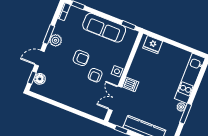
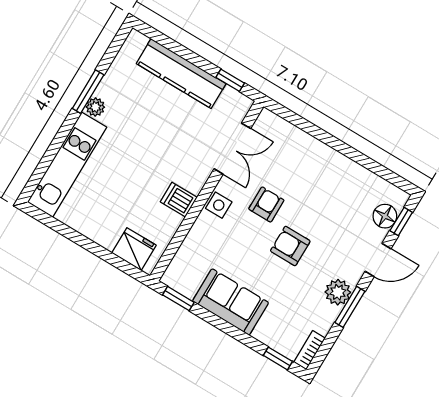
sofa: (104, 28) -> (231, 302), width x0.73
dishwasher: (130, 84) -> (179, 200), moved

